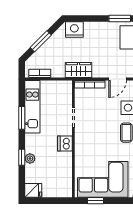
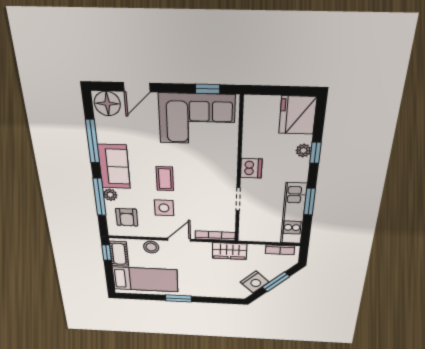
nightstand: (74, 30) -> (255, 282), moved, turned -45
fridge: (33, 190) -> (298, 115), width x1.88, depth x1.34

